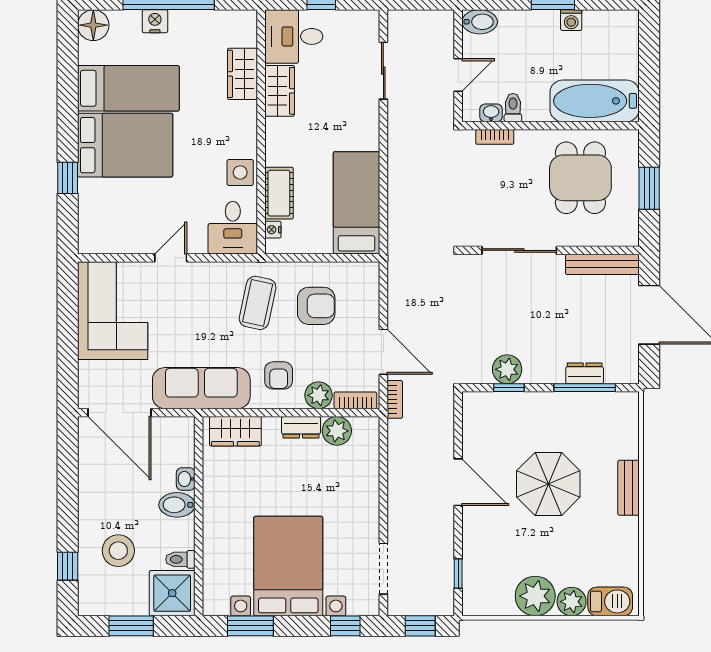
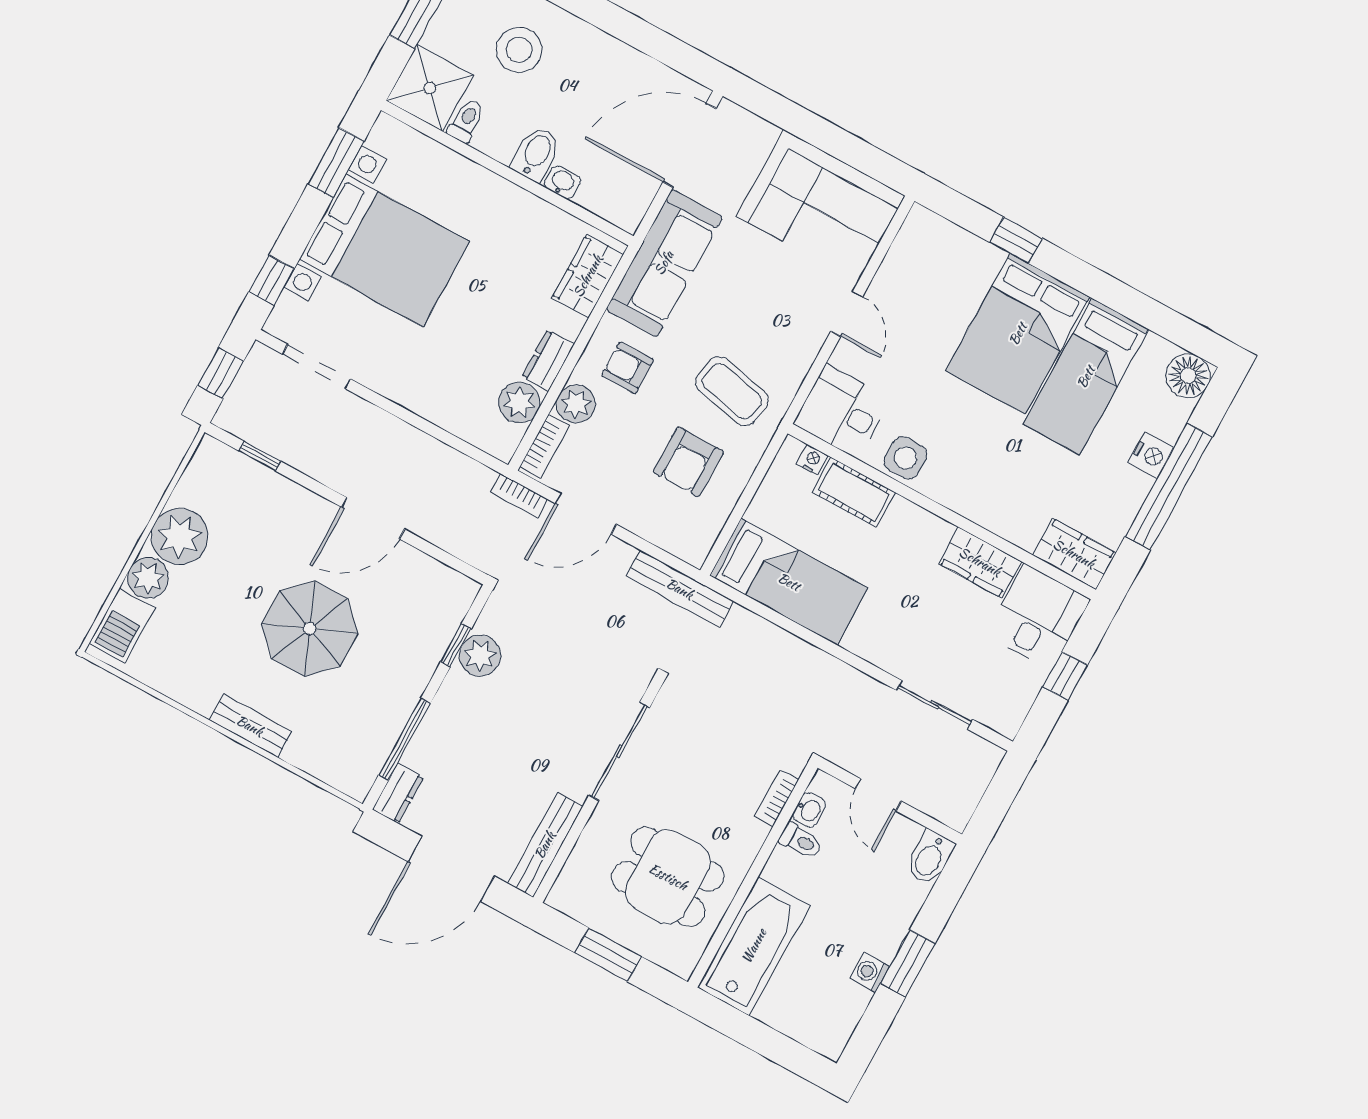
wardrobe: (242, 74) -> (1074, 554), moved
bench: (398, 268) -> (680, 589), added
dresser: (585, 373) -> (398, 793), moved

